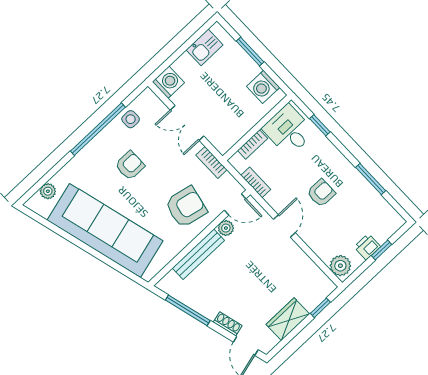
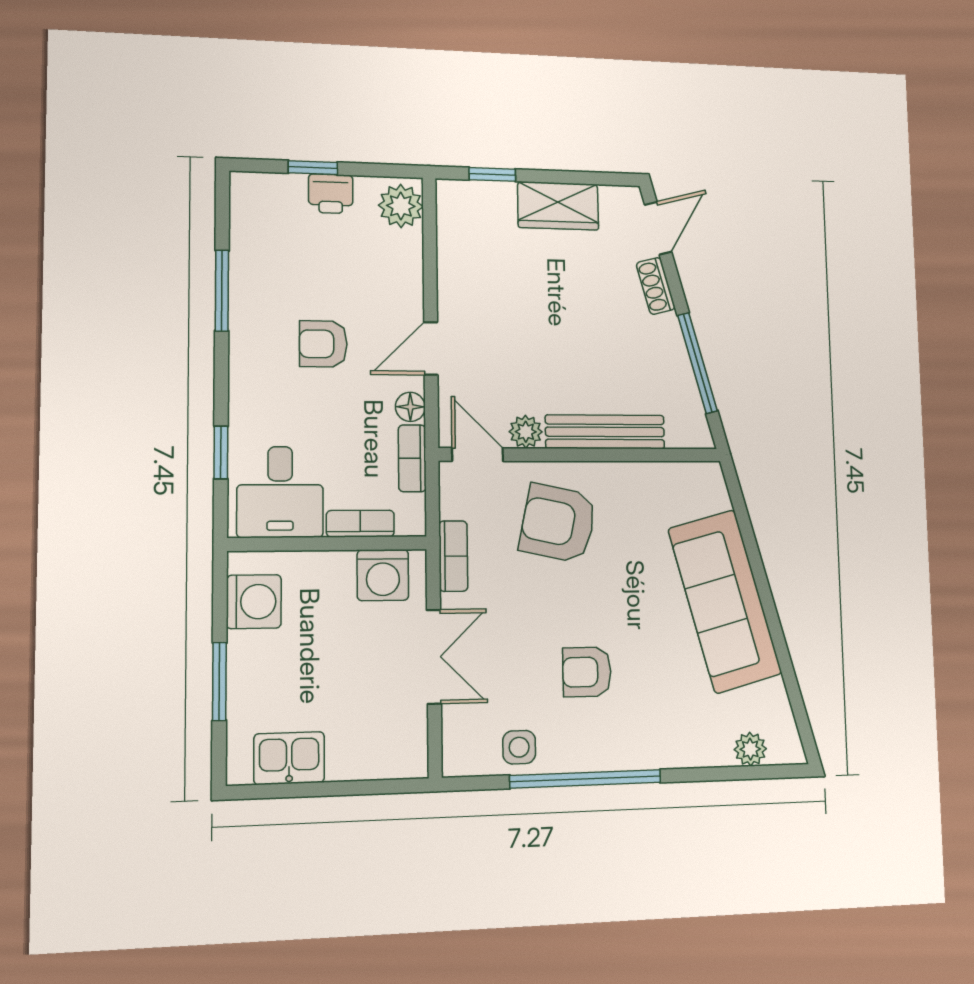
washing machine: (168, 82) -> (383, 575), moved, turned -90
floor lamp: (273, 199) -> (410, 407), added
sofa: (105, 230) -> (725, 601), width x0.74, depth x0.79

